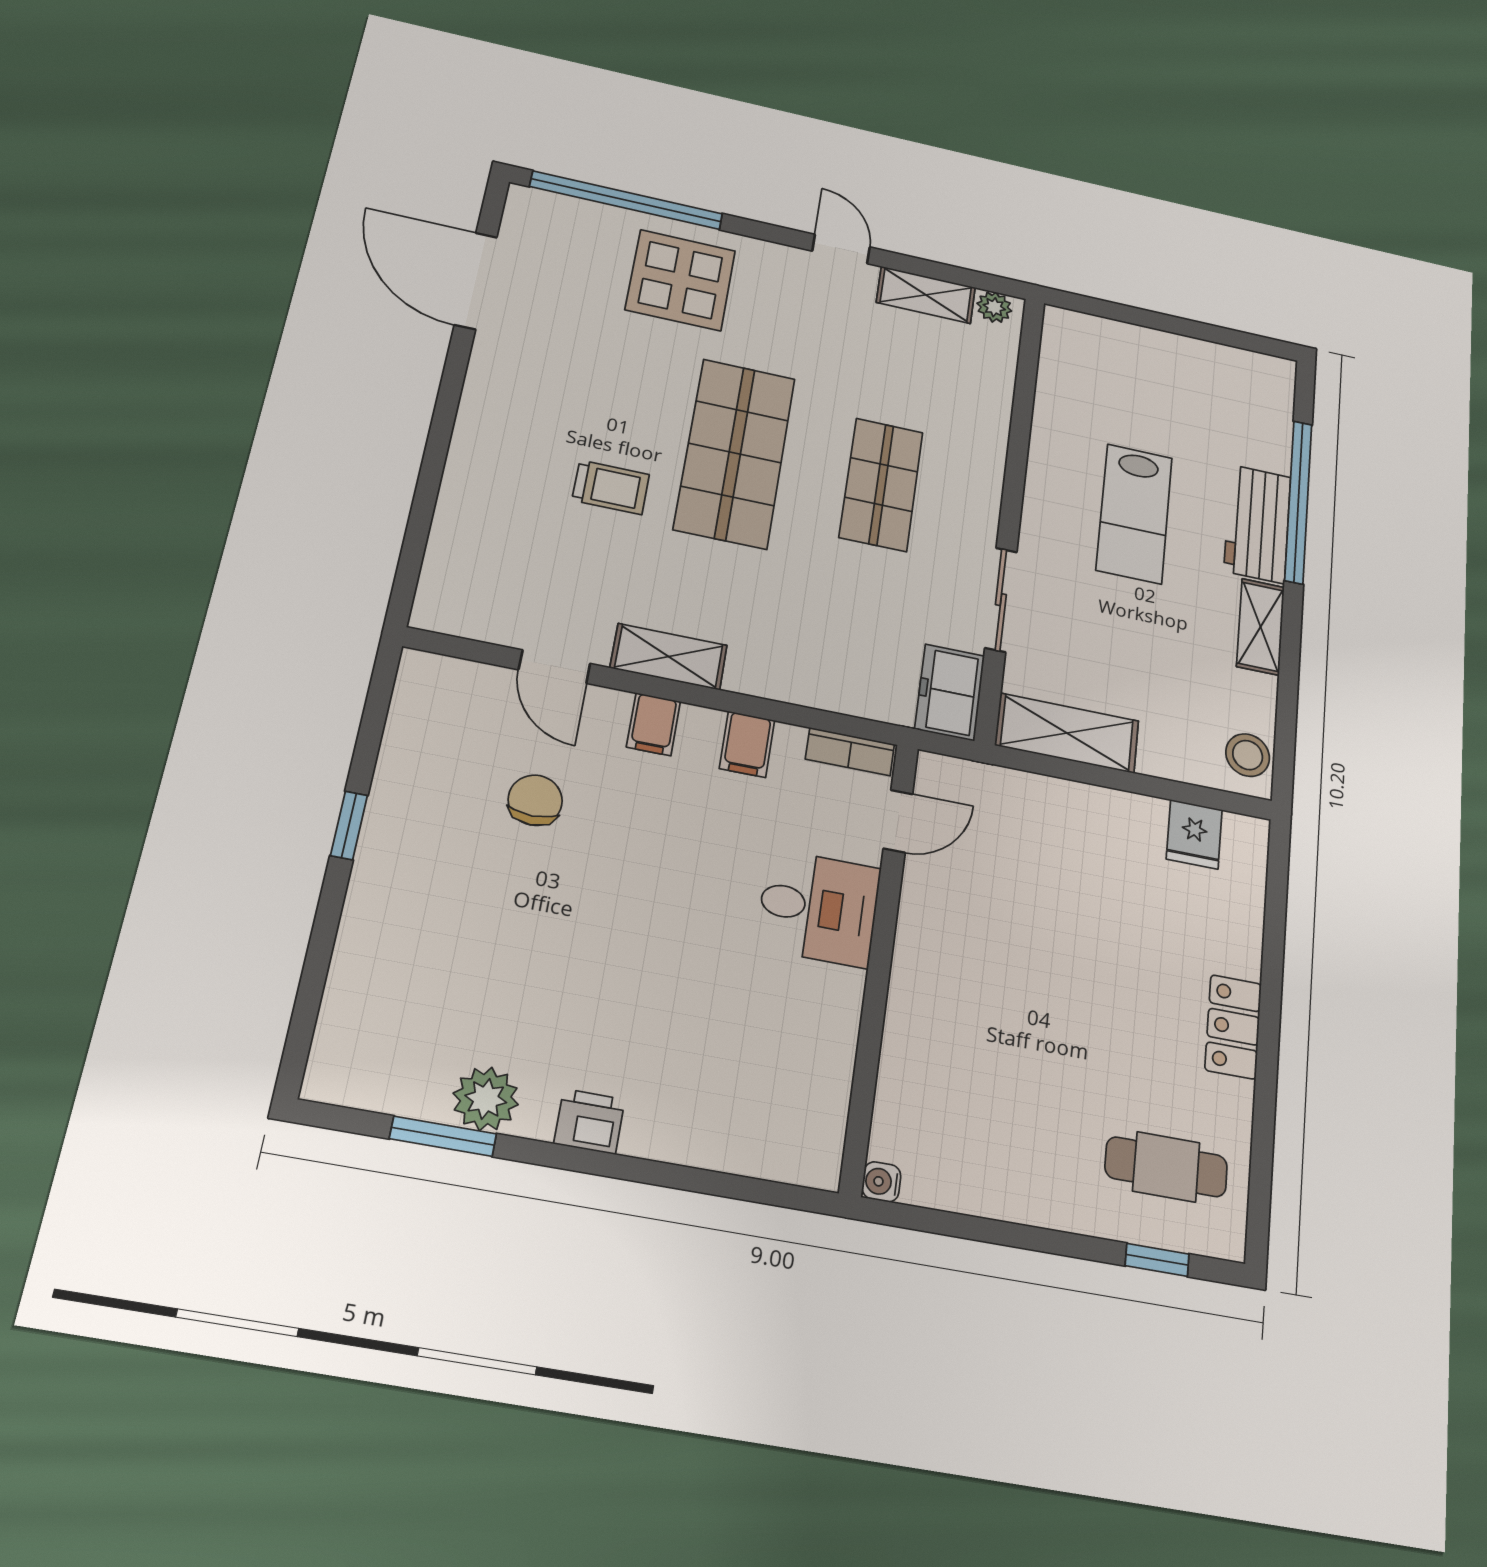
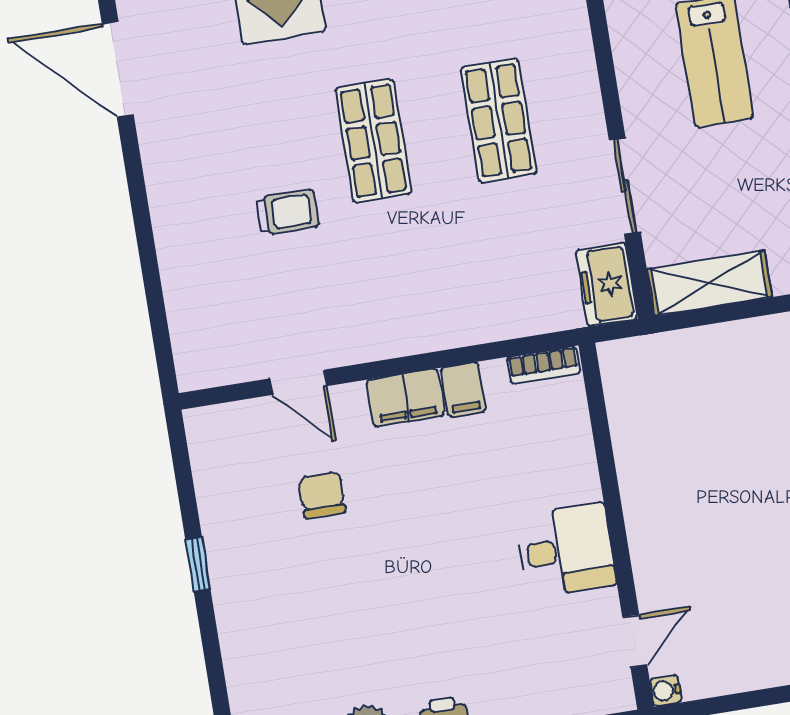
shop shelf: (735, 453) -> (373, 141), width x0.70, depth x0.74
shelving: (669, 657) -> (381, 340), removed
filing cabinet: (653, 724) -> (406, 398), width x2.00
door: (898, 821) -> (635, 641), moved
desk: (818, 908) -> (566, 550), moved

